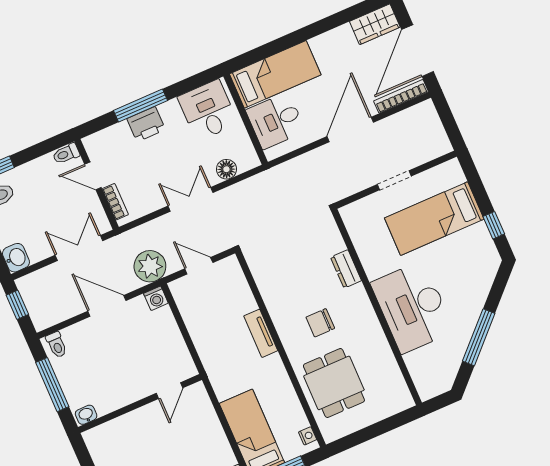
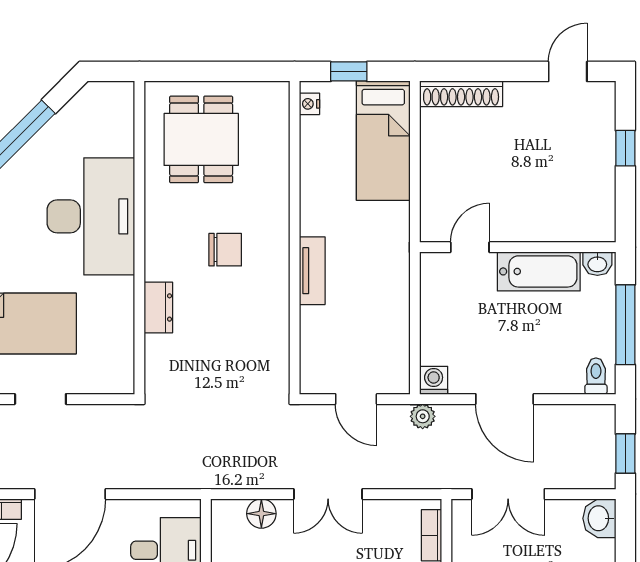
plant: (150, 266) -> (423, 416), width x0.53, depth x0.53
dining table: (334, 383) -> (201, 139), moved
bathtub: (120, 394) -> (539, 271), added

